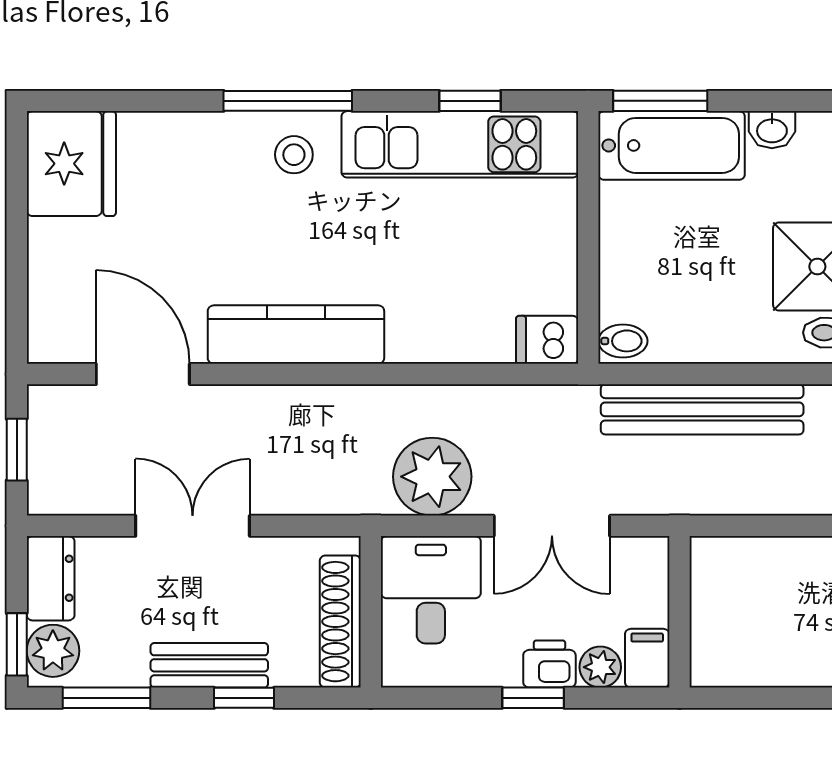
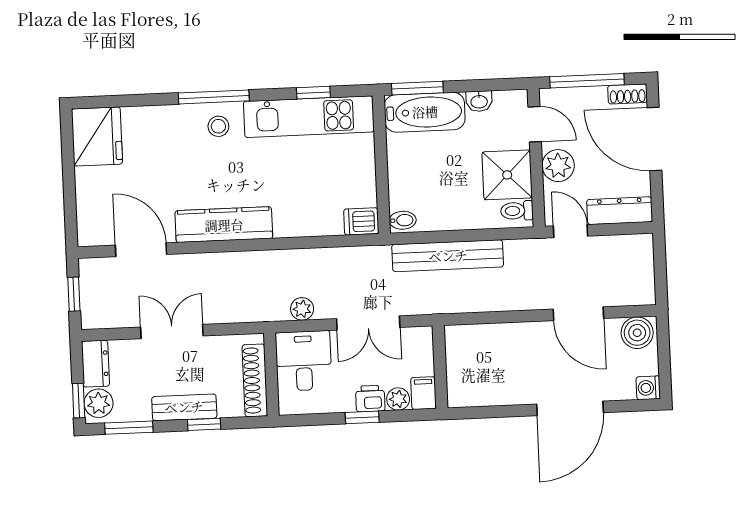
plant: (432, 477) -> (302, 309), width x0.53, depth x0.53

